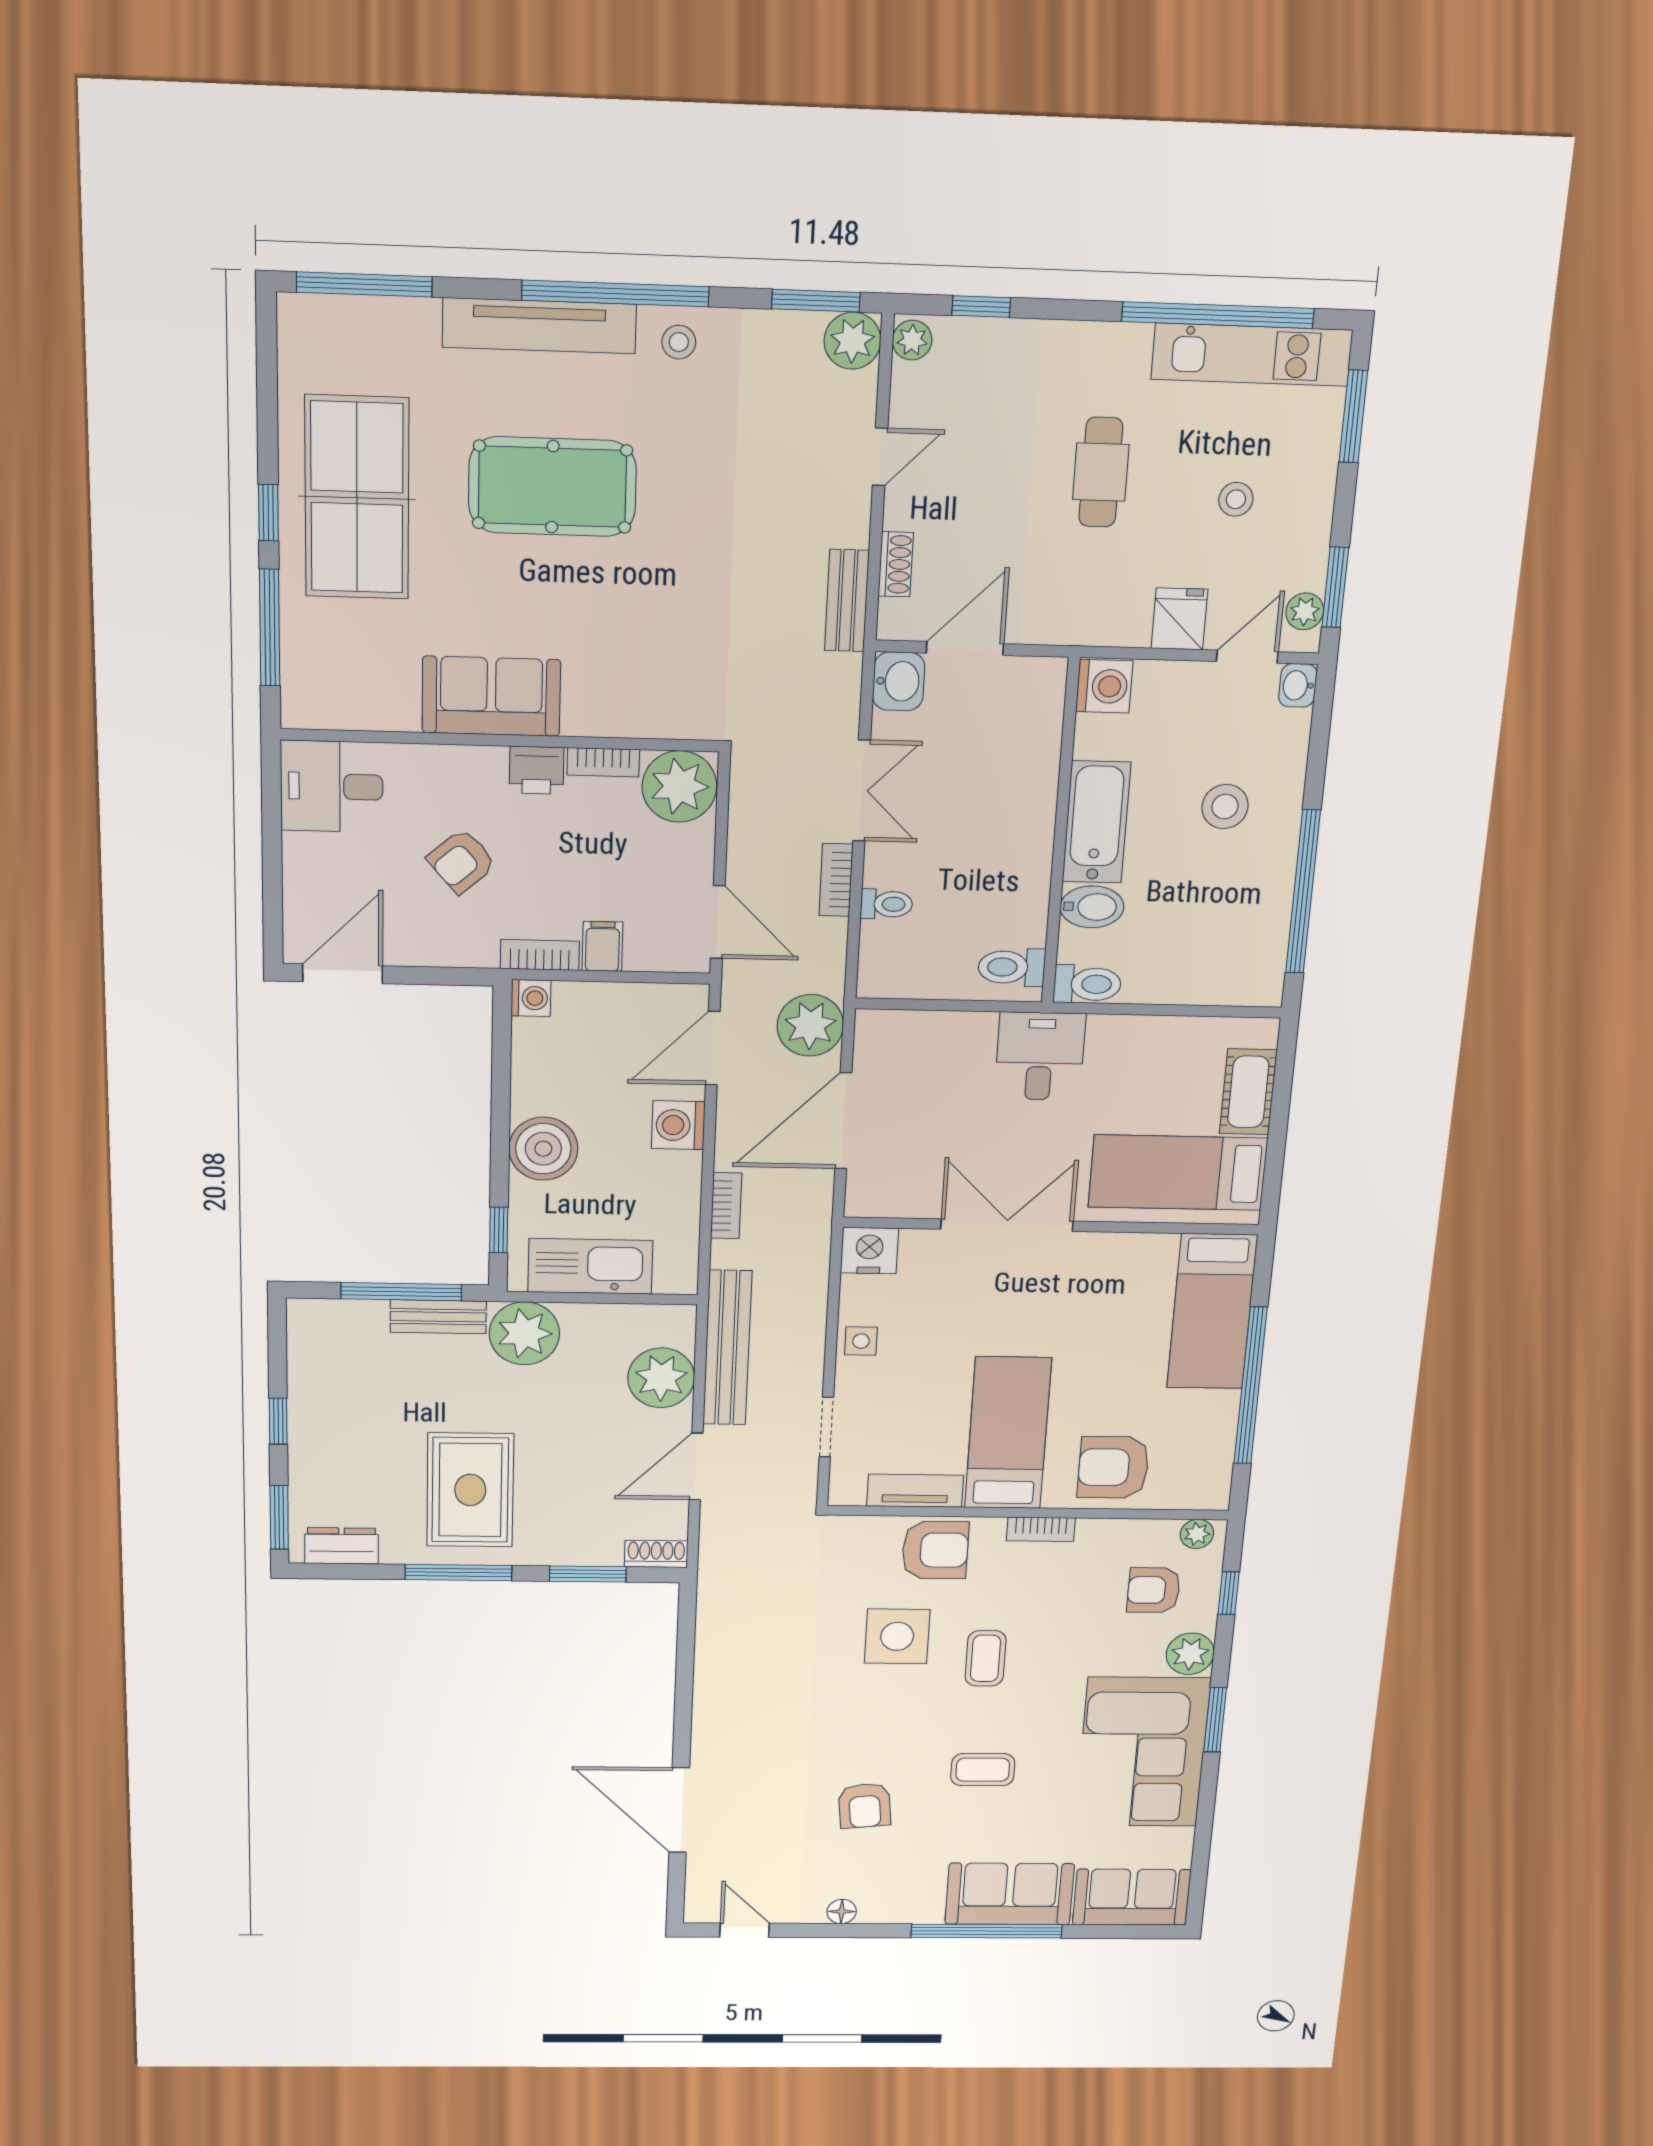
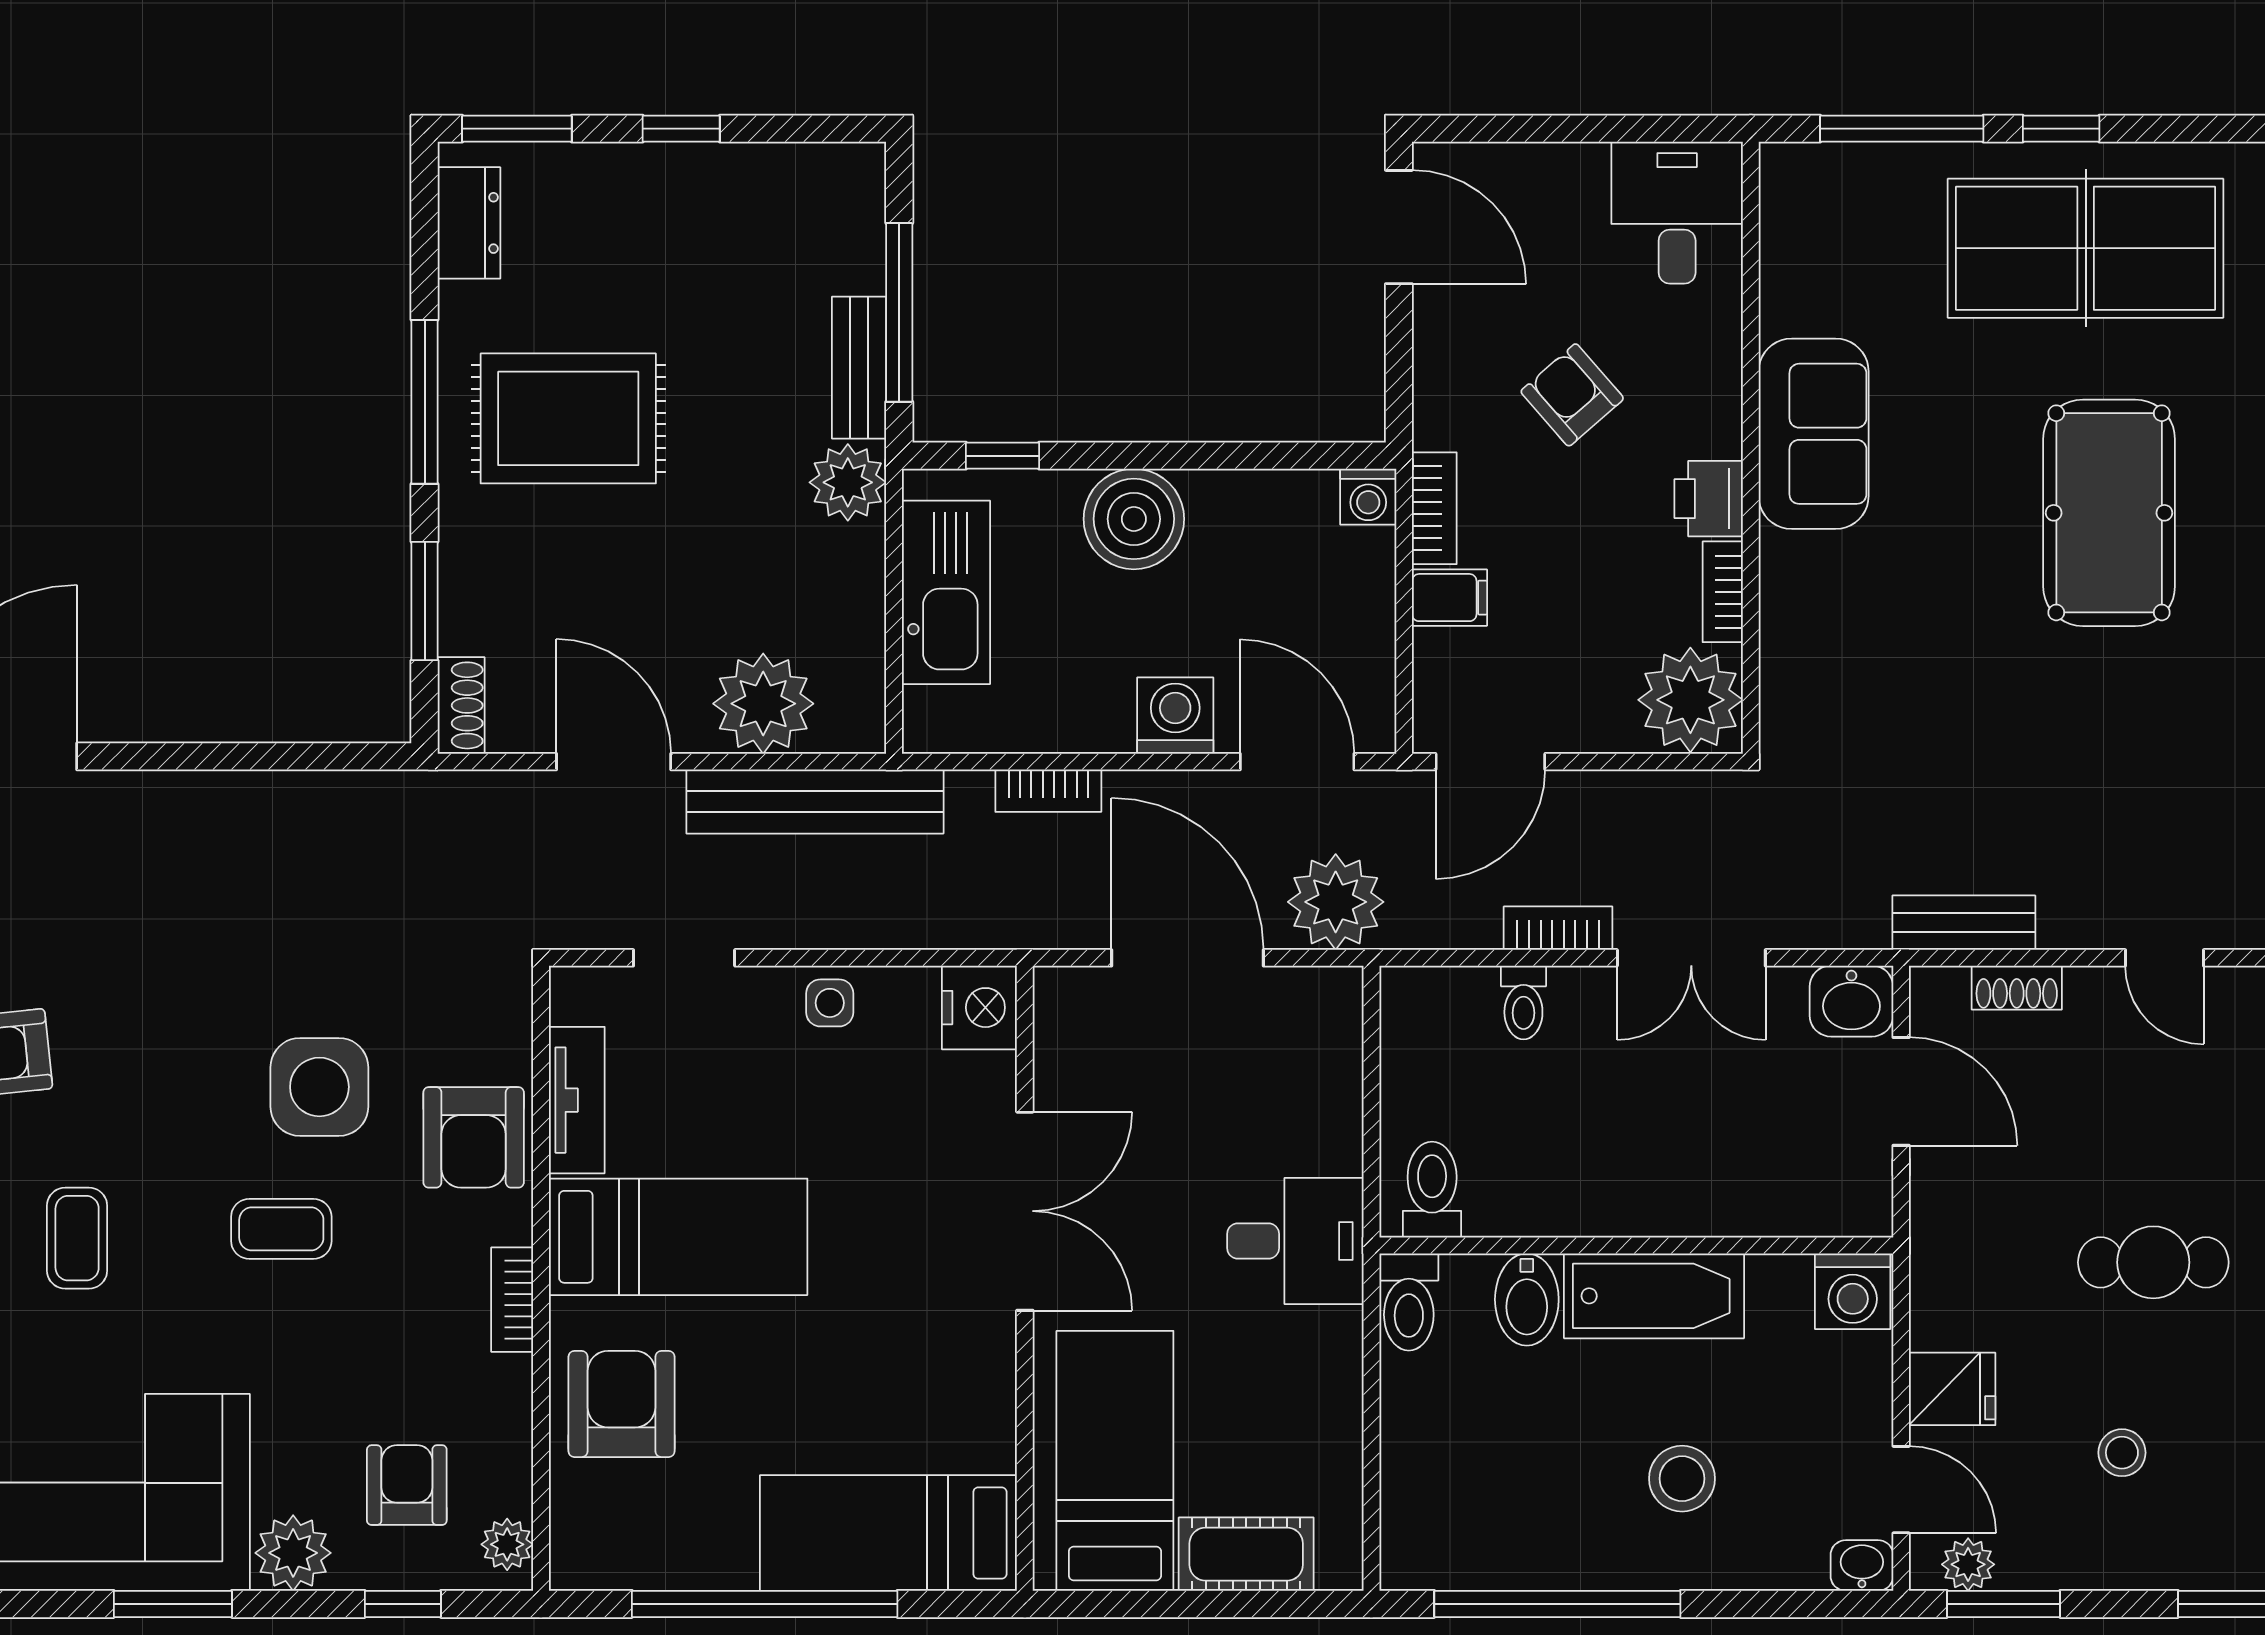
plant: (524, 1333) -> (848, 482), width x0.73, depth x0.73

